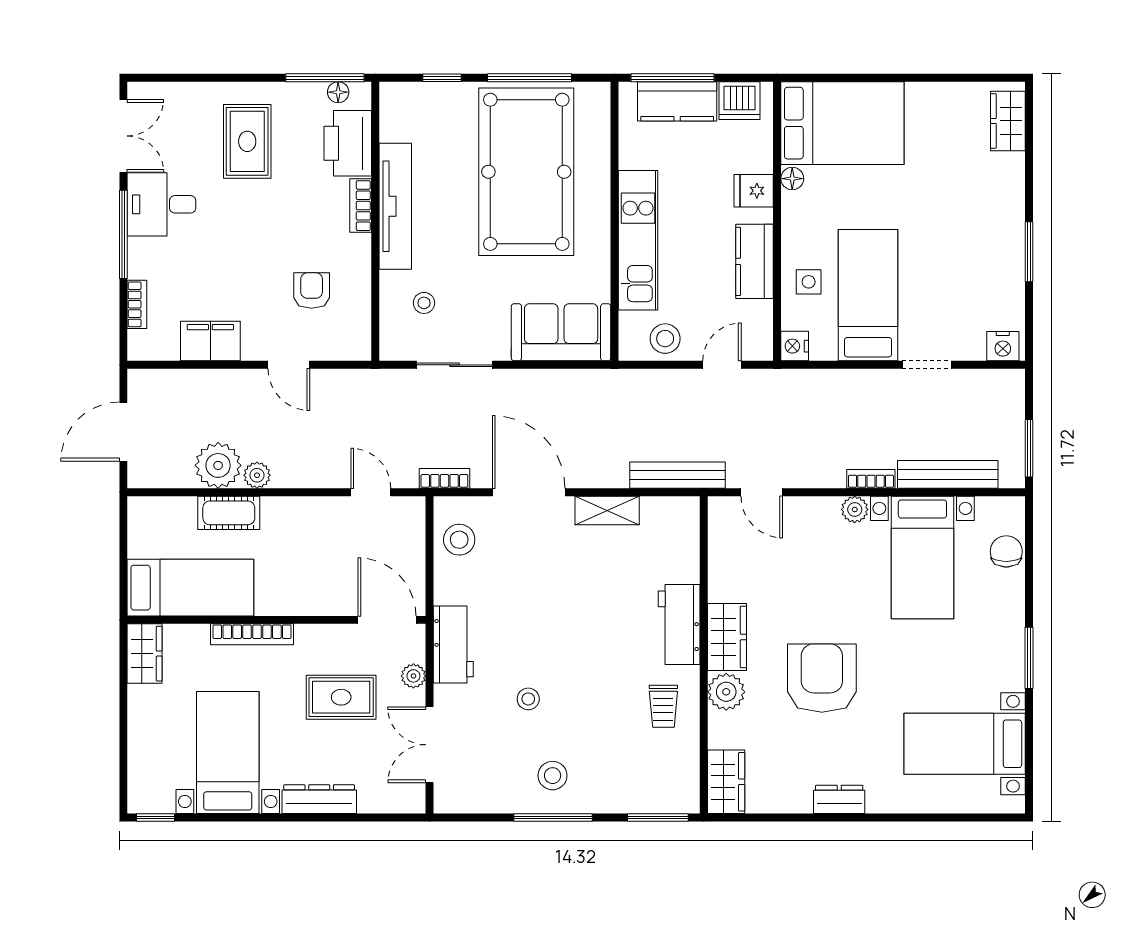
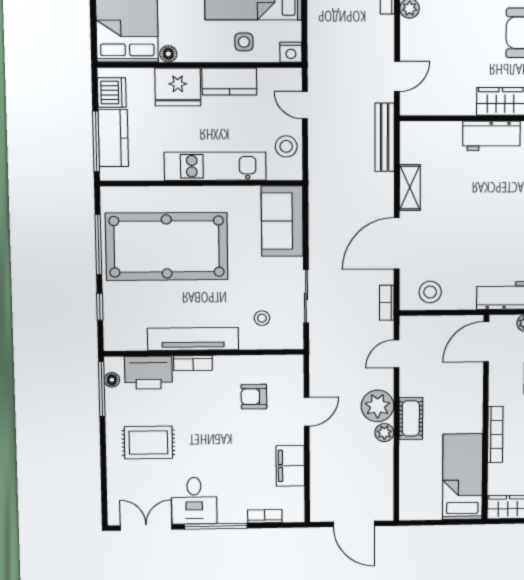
fridge: (754, 191) -> (178, 87), width x1.88, depth x1.34
plant: (218, 465) -> (378, 406), moved
cot: (229, 513) -> (411, 418), moved

